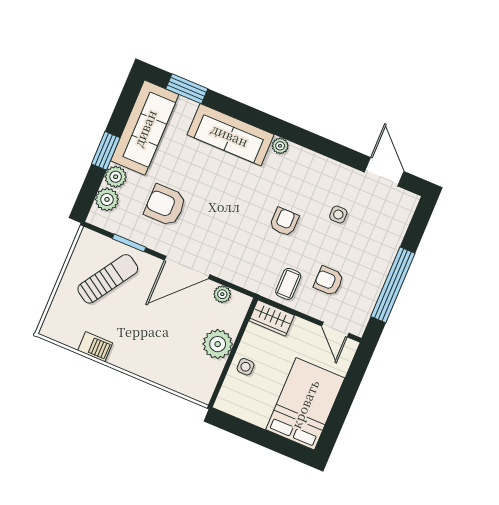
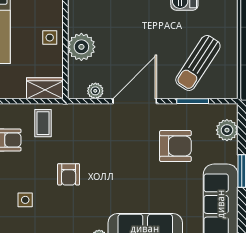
plant: (116, 177) -> (228, 152), removed

